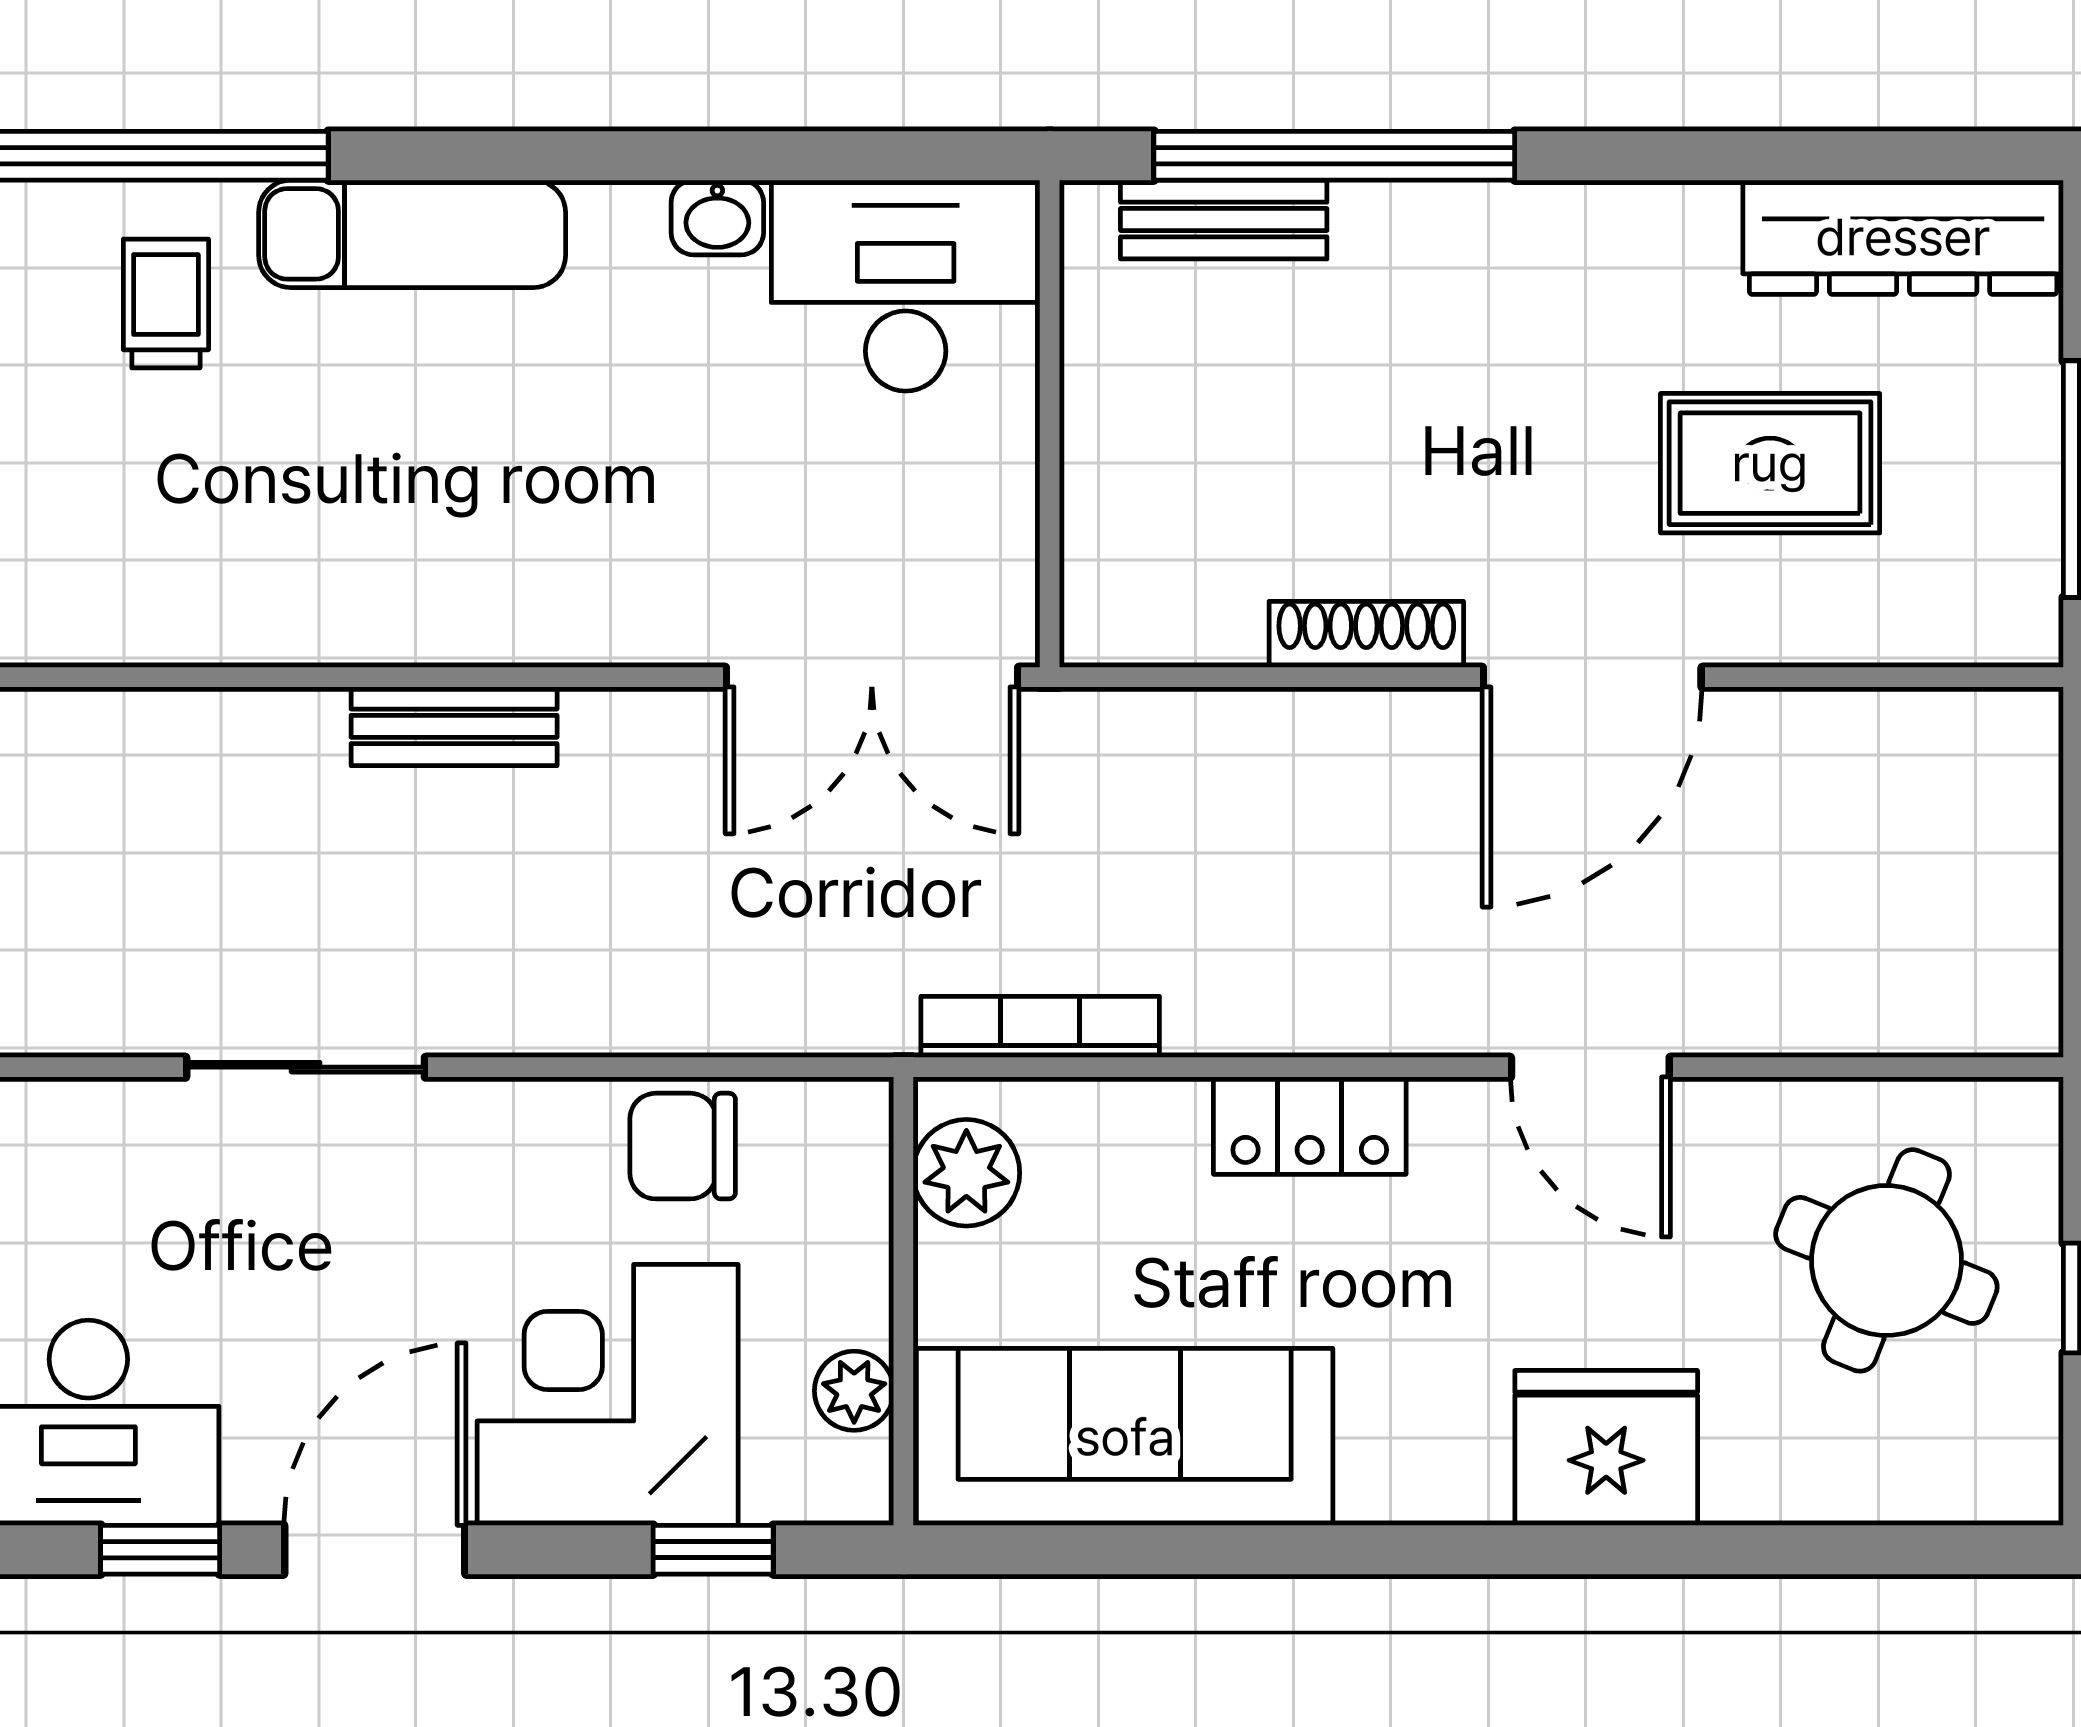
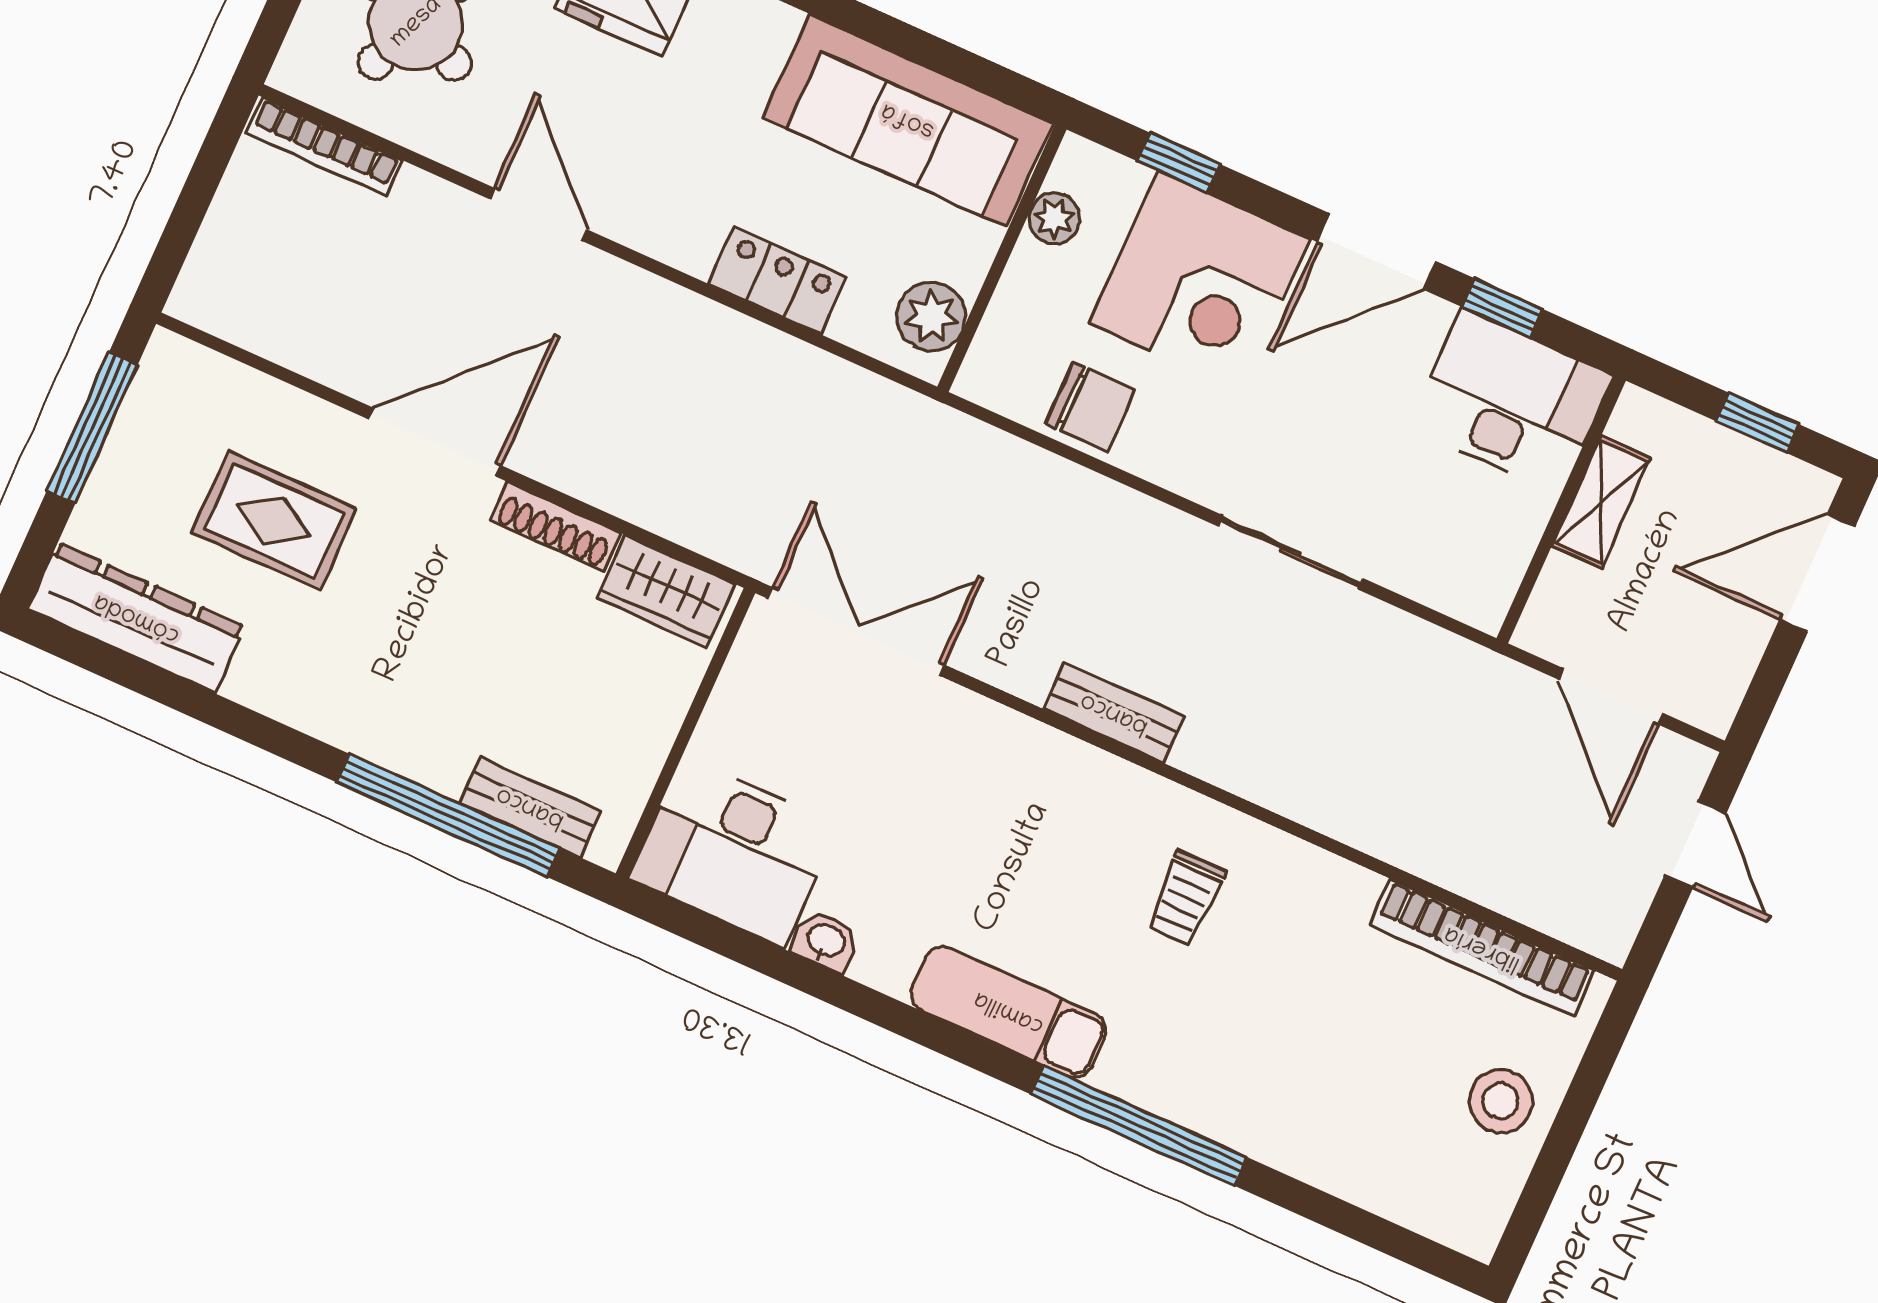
trolley: (166, 303) -> (1185, 899), moved
wardrobe: (1168, 613) -> (666, 591), added
bookcase: (1040, 1027) -> (324, 147), moved
locker: (1310, 1126) -> (778, 281), moved

